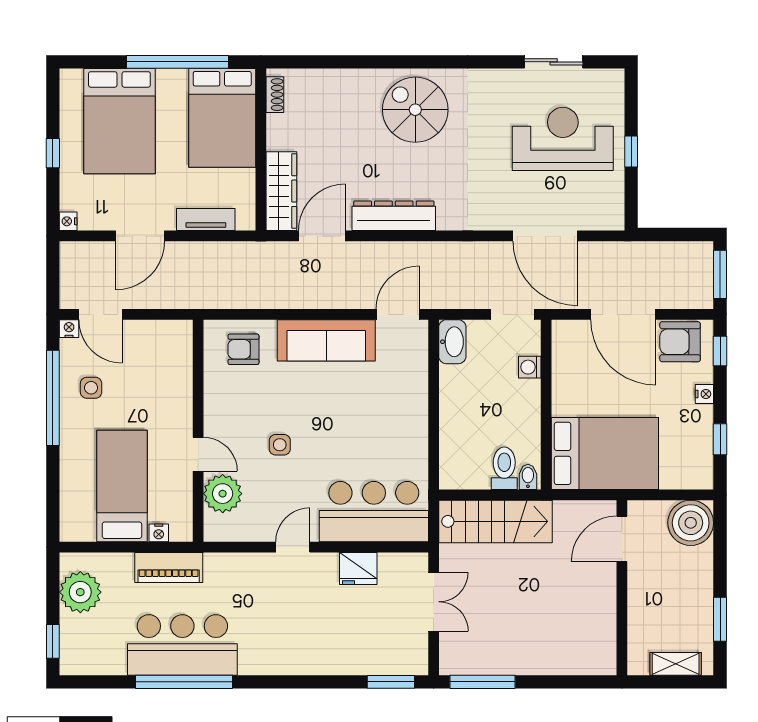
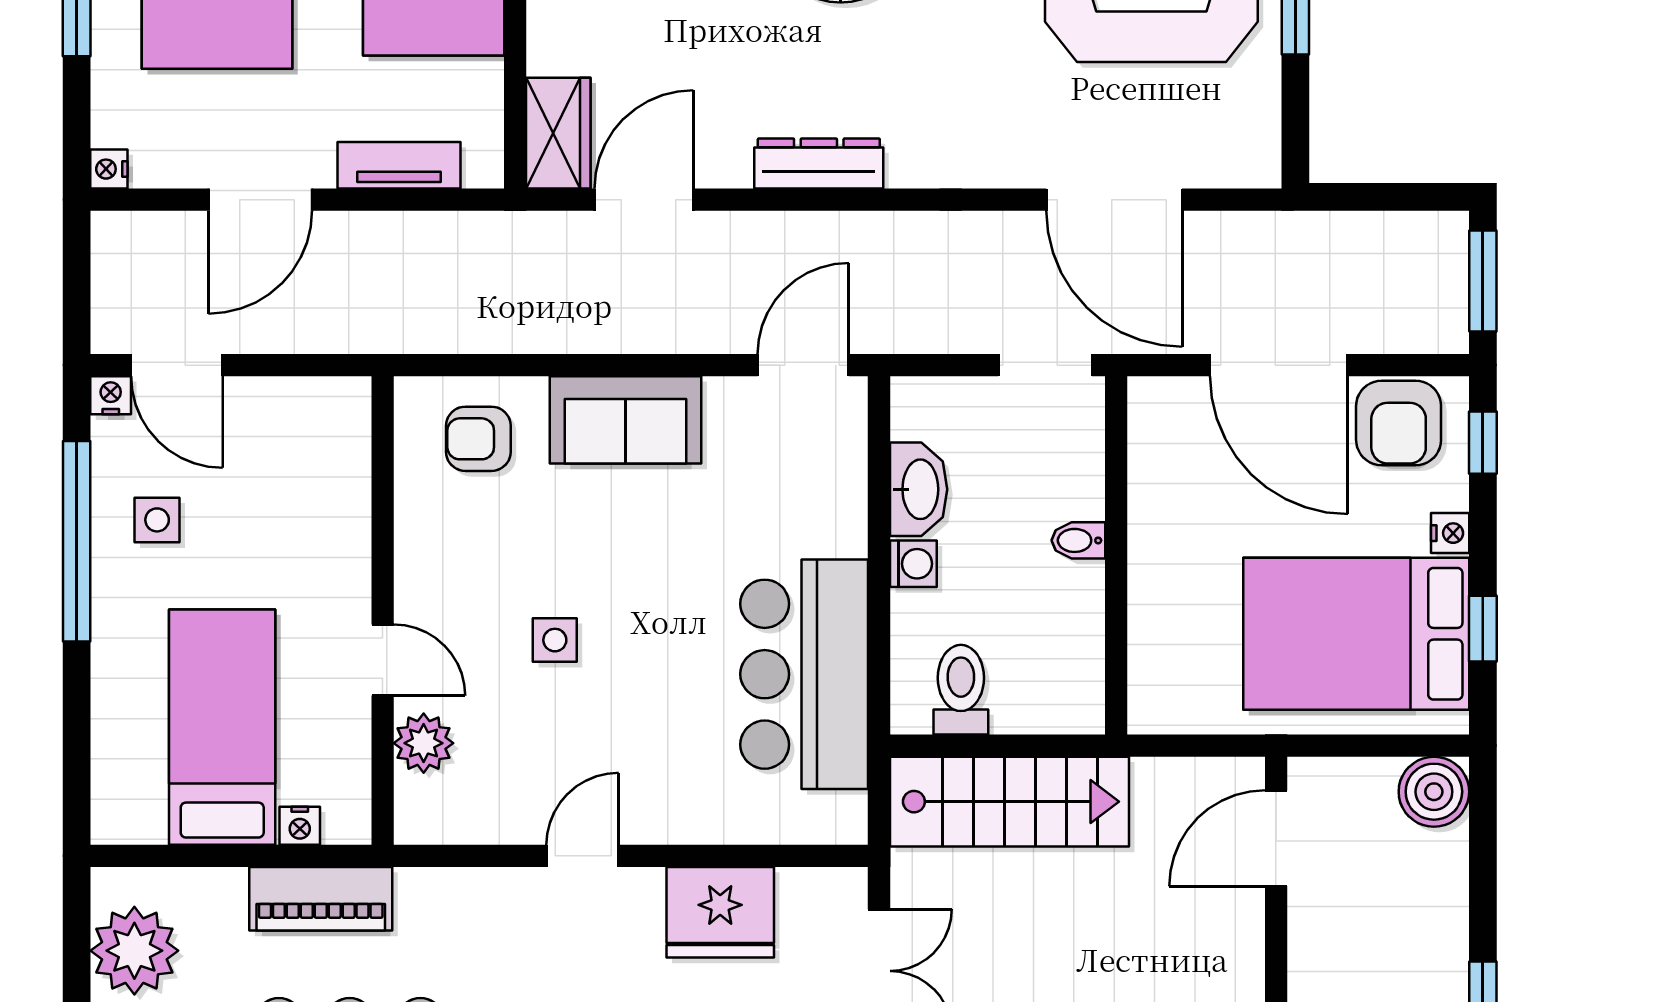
wardrobe: (281, 191) -> (558, 133), width x0.67
dresser: (394, 216) -> (819, 163), width x0.73, depth x0.80
sofa: (326, 340) -> (626, 420), width x0.73
washbasin: (452, 342) -> (919, 489), moved
armchair: (680, 342) -> (1399, 423), turned -90
washing machine: (530, 367) -> (913, 564), moved, turned 180
bed: (605, 453) -> (1356, 634), moved, turned 180
toilet: (504, 468) -> (961, 690), moved
bidet: (528, 477) -> (1078, 540), moved, turned -90
plant: (223, 494) -> (424, 743), width x0.73, depth x0.73
bar counter: (374, 512) -> (804, 674), moved, turned -90
boiler: (691, 523) -> (1434, 792), width x0.73, depth x0.73
fridge: (358, 568) -> (720, 912), width x1.36, depth x1.34

